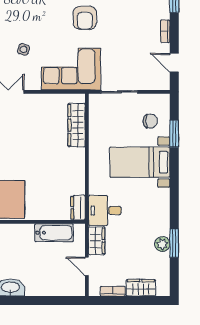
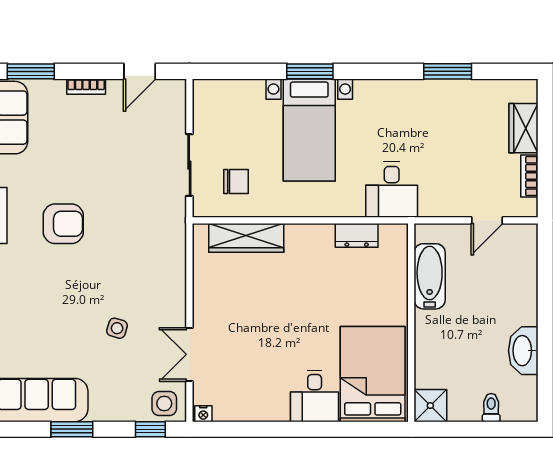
corner sofa: (71, 69) -> (151, 247), removed
chair: (150, 121) -> (236, 182), moved, turned 90
window: (174, 134) -> (310, 71), moved
dresser: (78, 208) -> (357, 235), moved
wardrobe: (97, 241) -> (443, 204), removed
plant: (162, 244) -> (449, 92), removed

